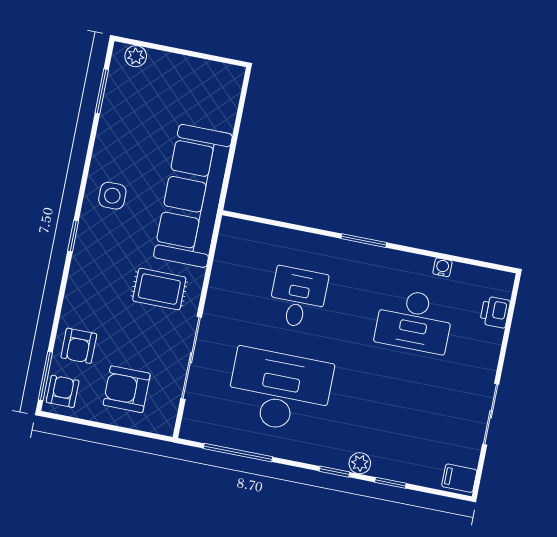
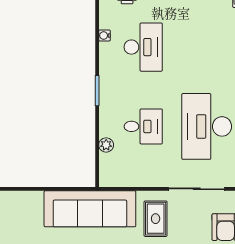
plant: (282, 238) -> (106, 145), added
desk: (298, 298) -> (143, 126), turned 180

